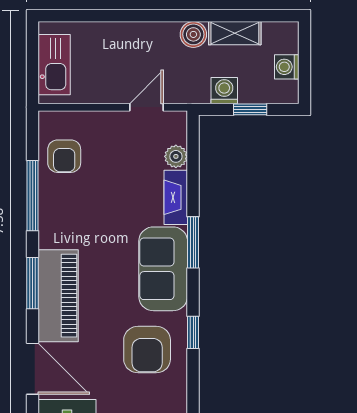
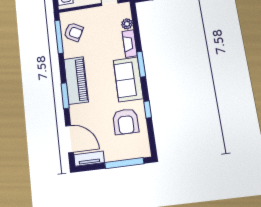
armchair: (64, 156) -> (74, 32), turned -62
window: (33, 196) -> (59, 37), moved
piano: (58, 296) -> (76, 80), moved

